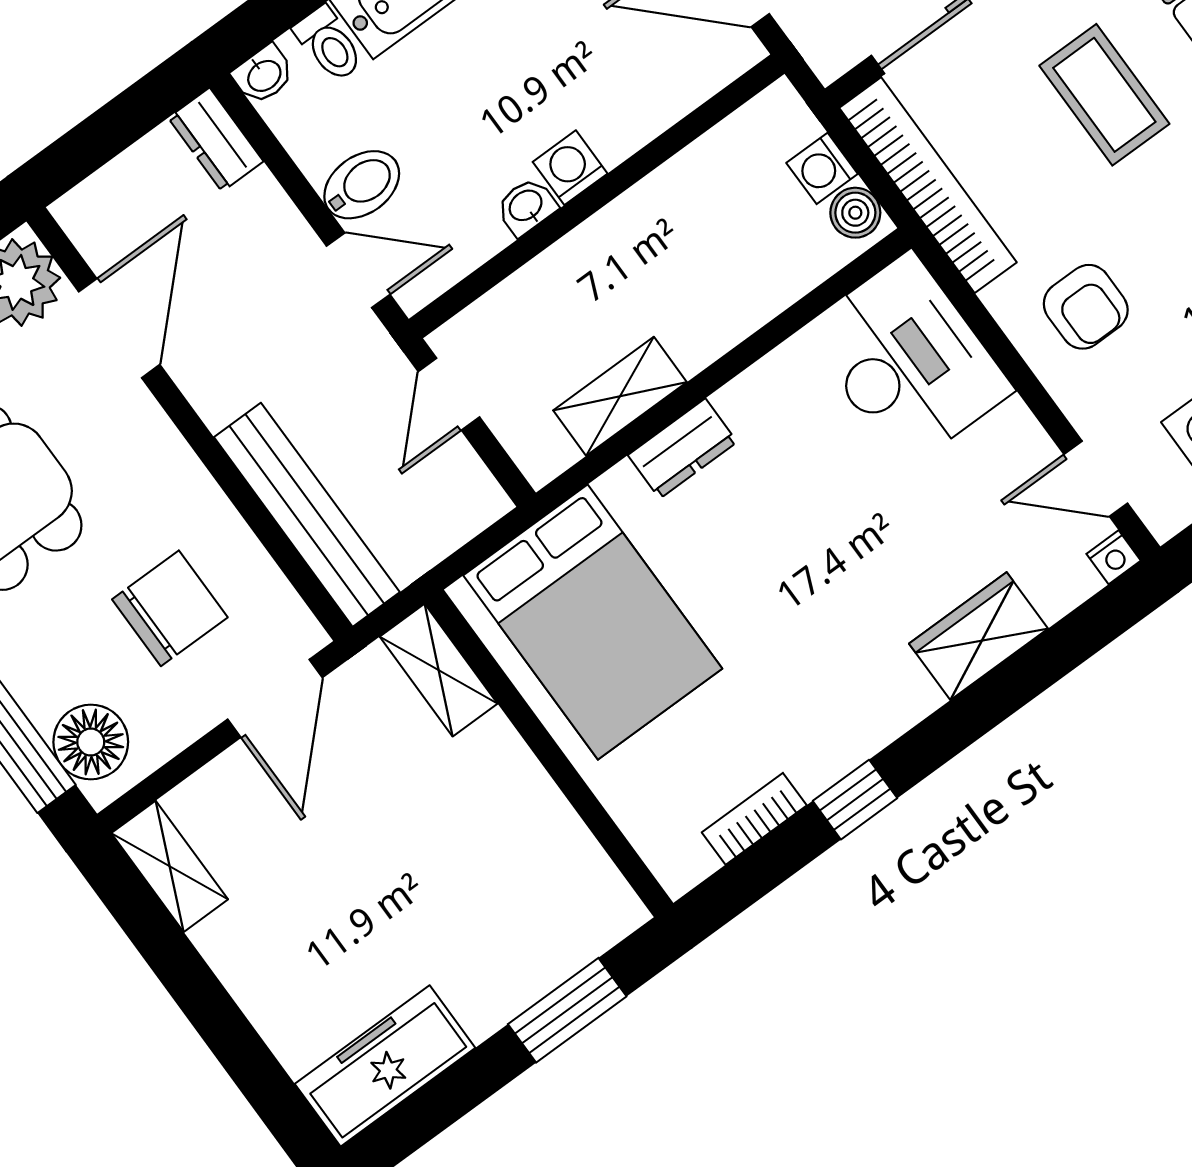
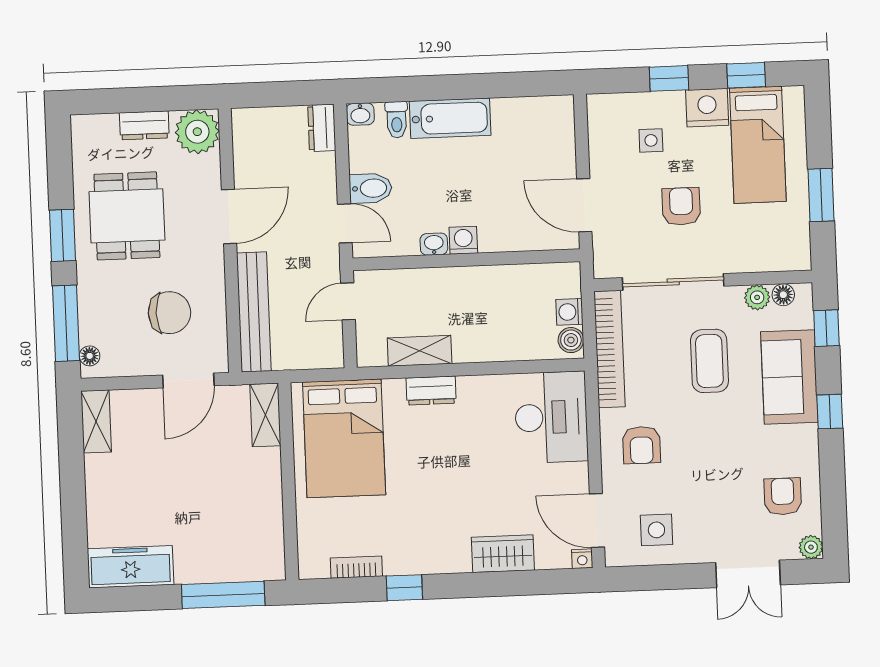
door: (119, 328) -> (229, 217), moved
door: (1096, 479) -> (597, 521), width x1.38
floor lamp: (91, 742) -> (90, 356), width x0.53, depth x0.53
window: (567, 1010) -> (223, 595), width x1.44

